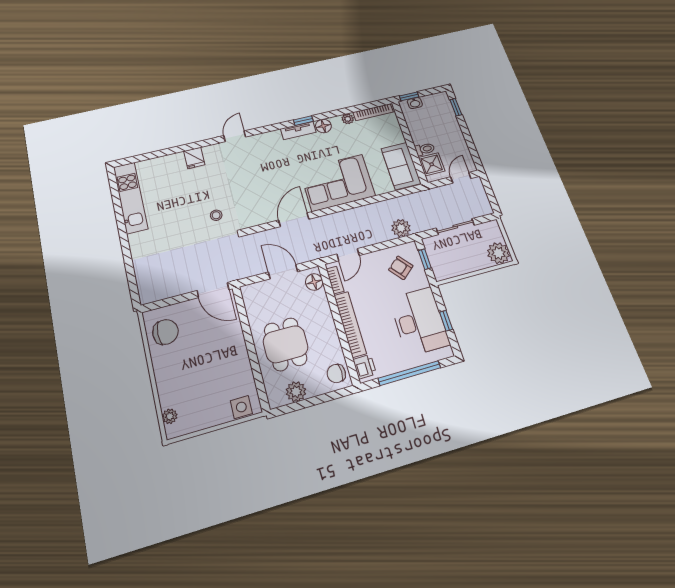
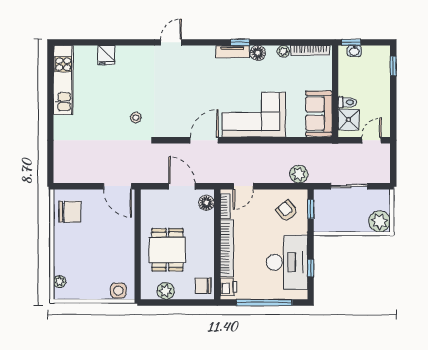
fridge: (194, 158) -> (106, 55), moved

